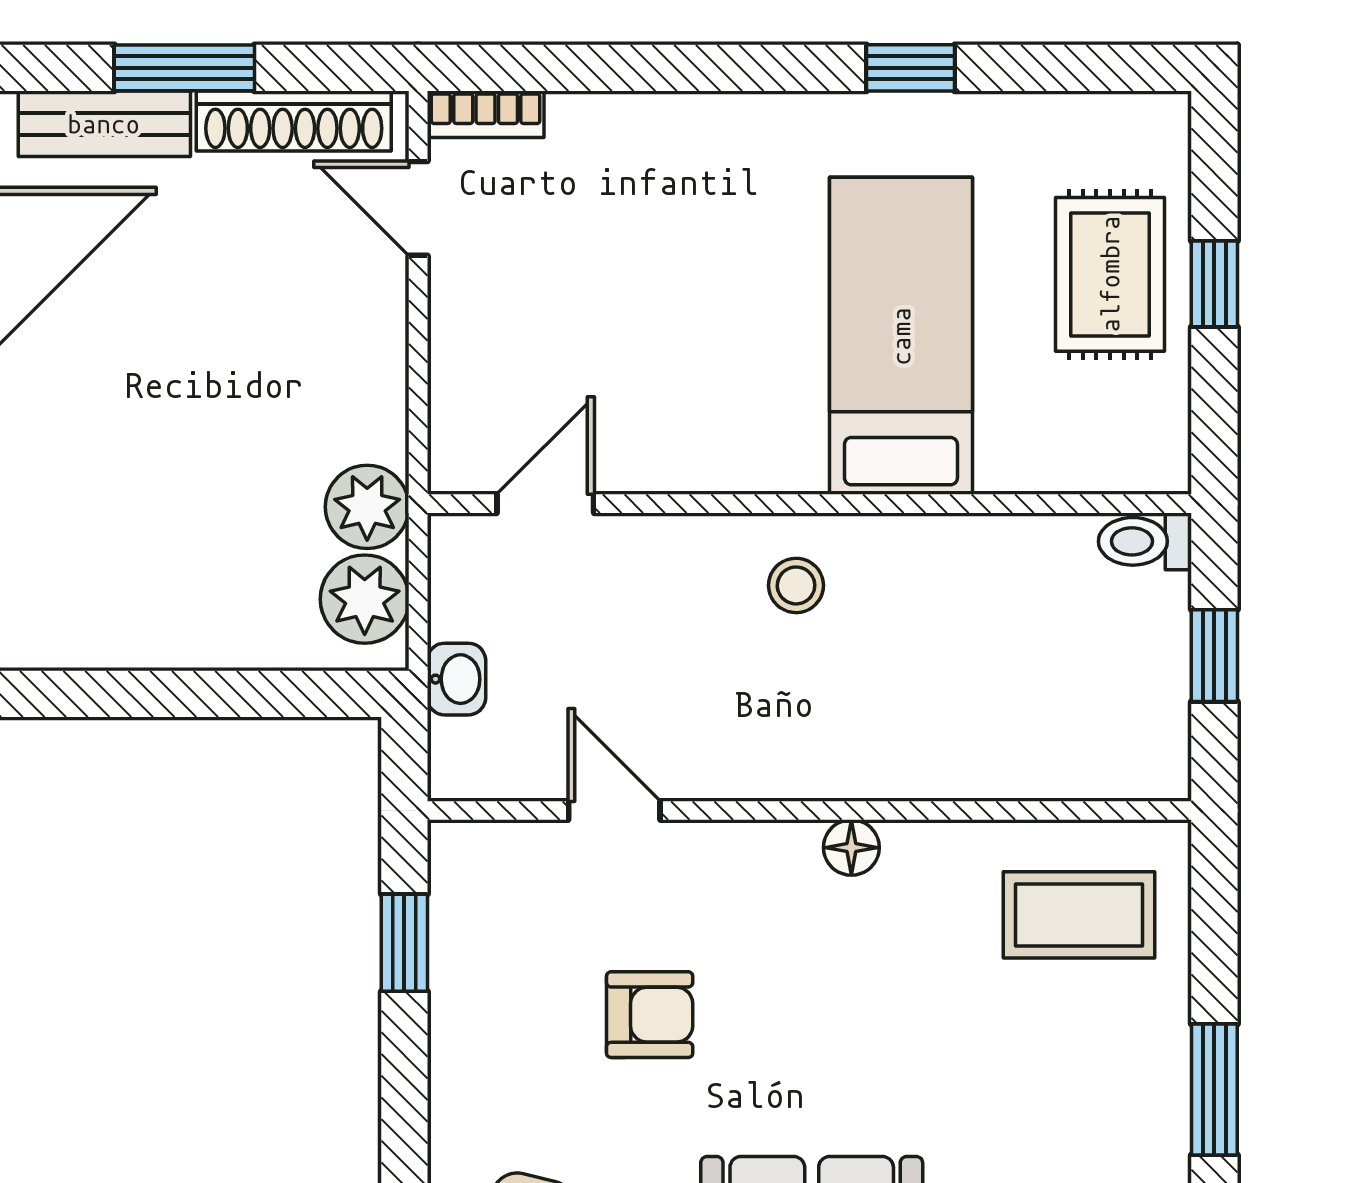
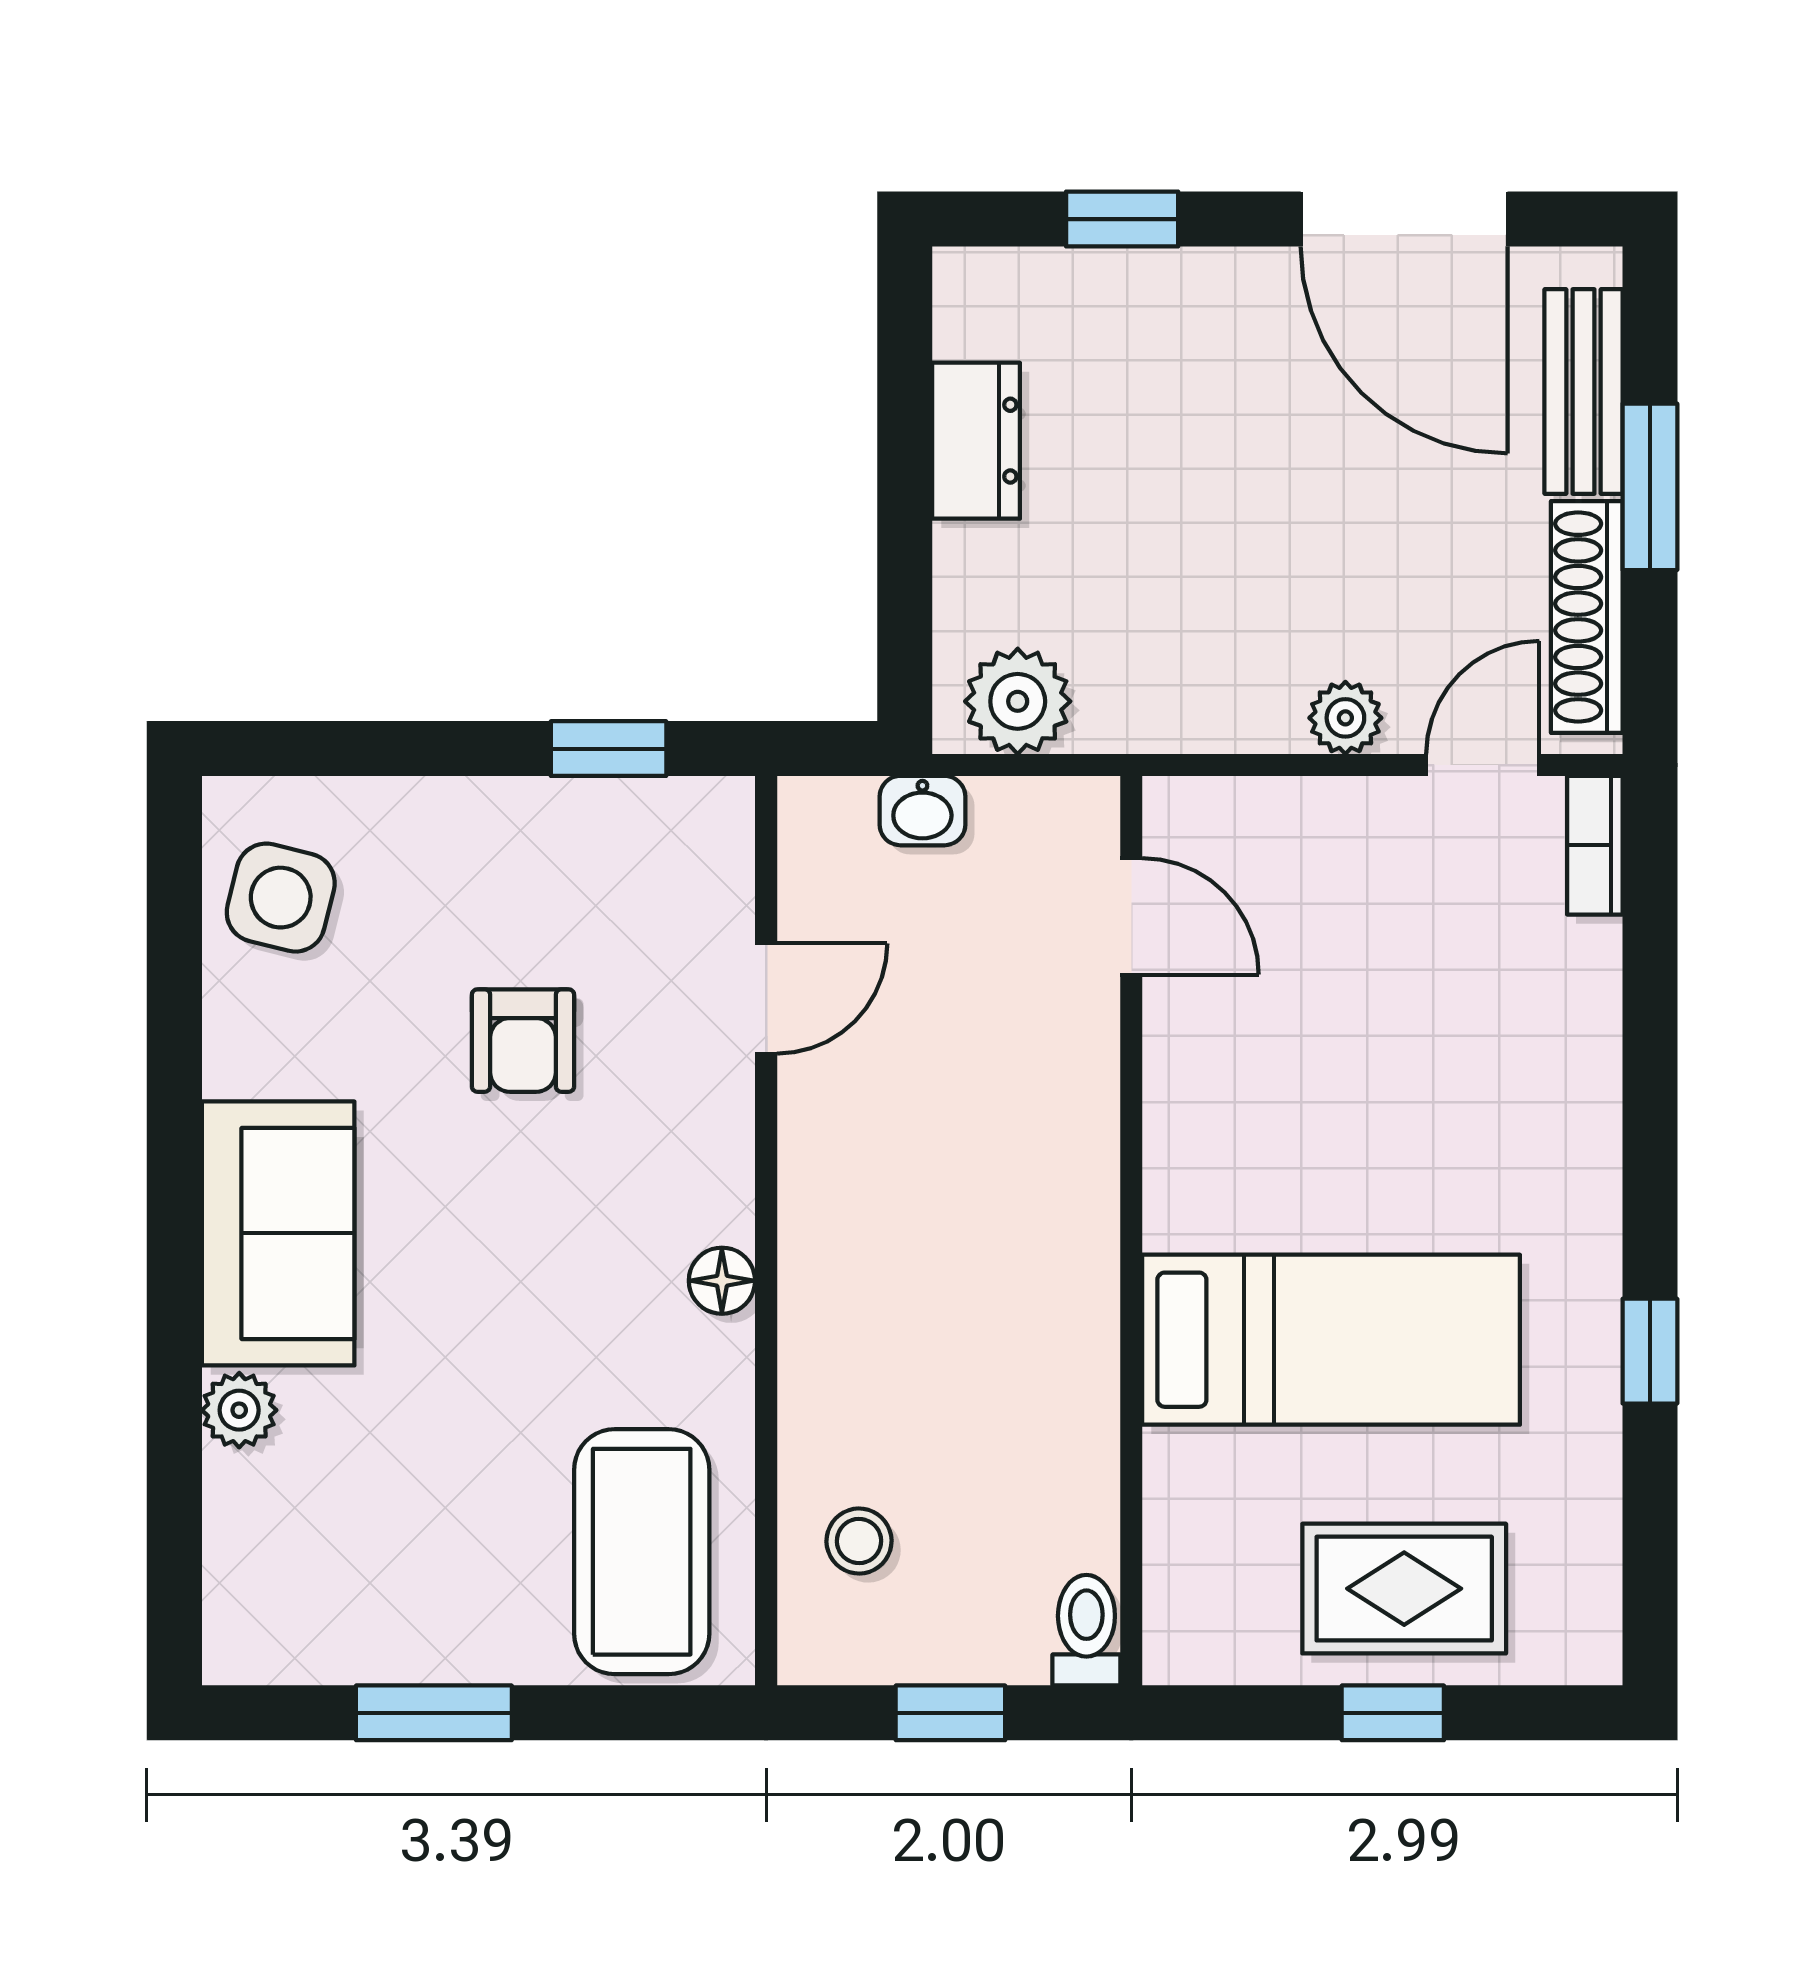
plant: (367, 507) -> (1345, 718), moved, width x0.73, depth x0.73
stool: (796, 585) -> (859, 1541), moved
dresser: (146, 634) -> (976, 441), added
coffee table: (1079, 915) -> (642, 1552), width x1.36, depth x1.32

